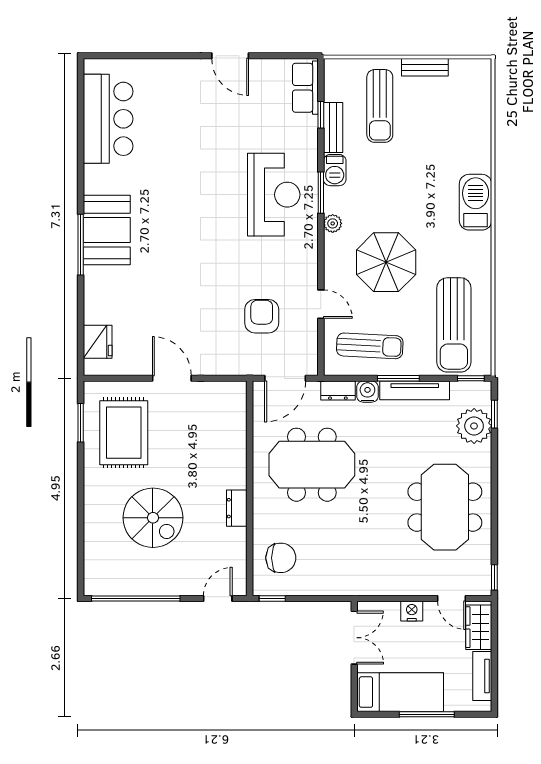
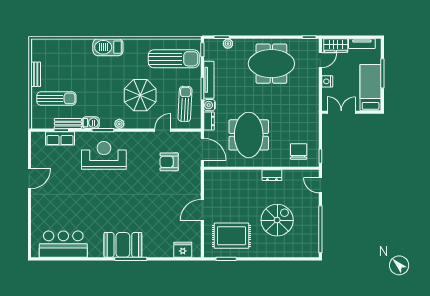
row of seats: (305, 88) -> (60, 138), moved
plant: (474, 426) -> (228, 44), width x0.53, depth x0.53

